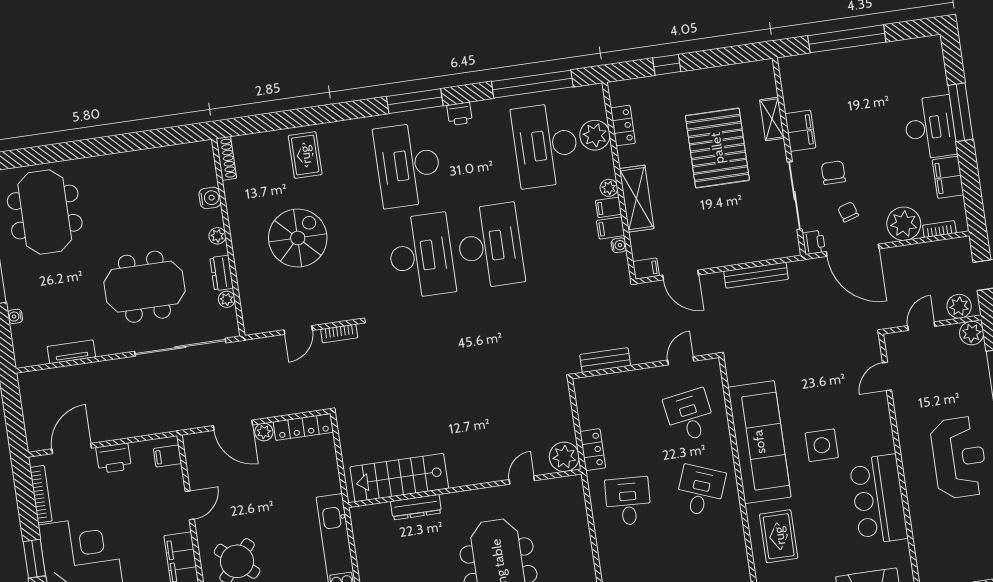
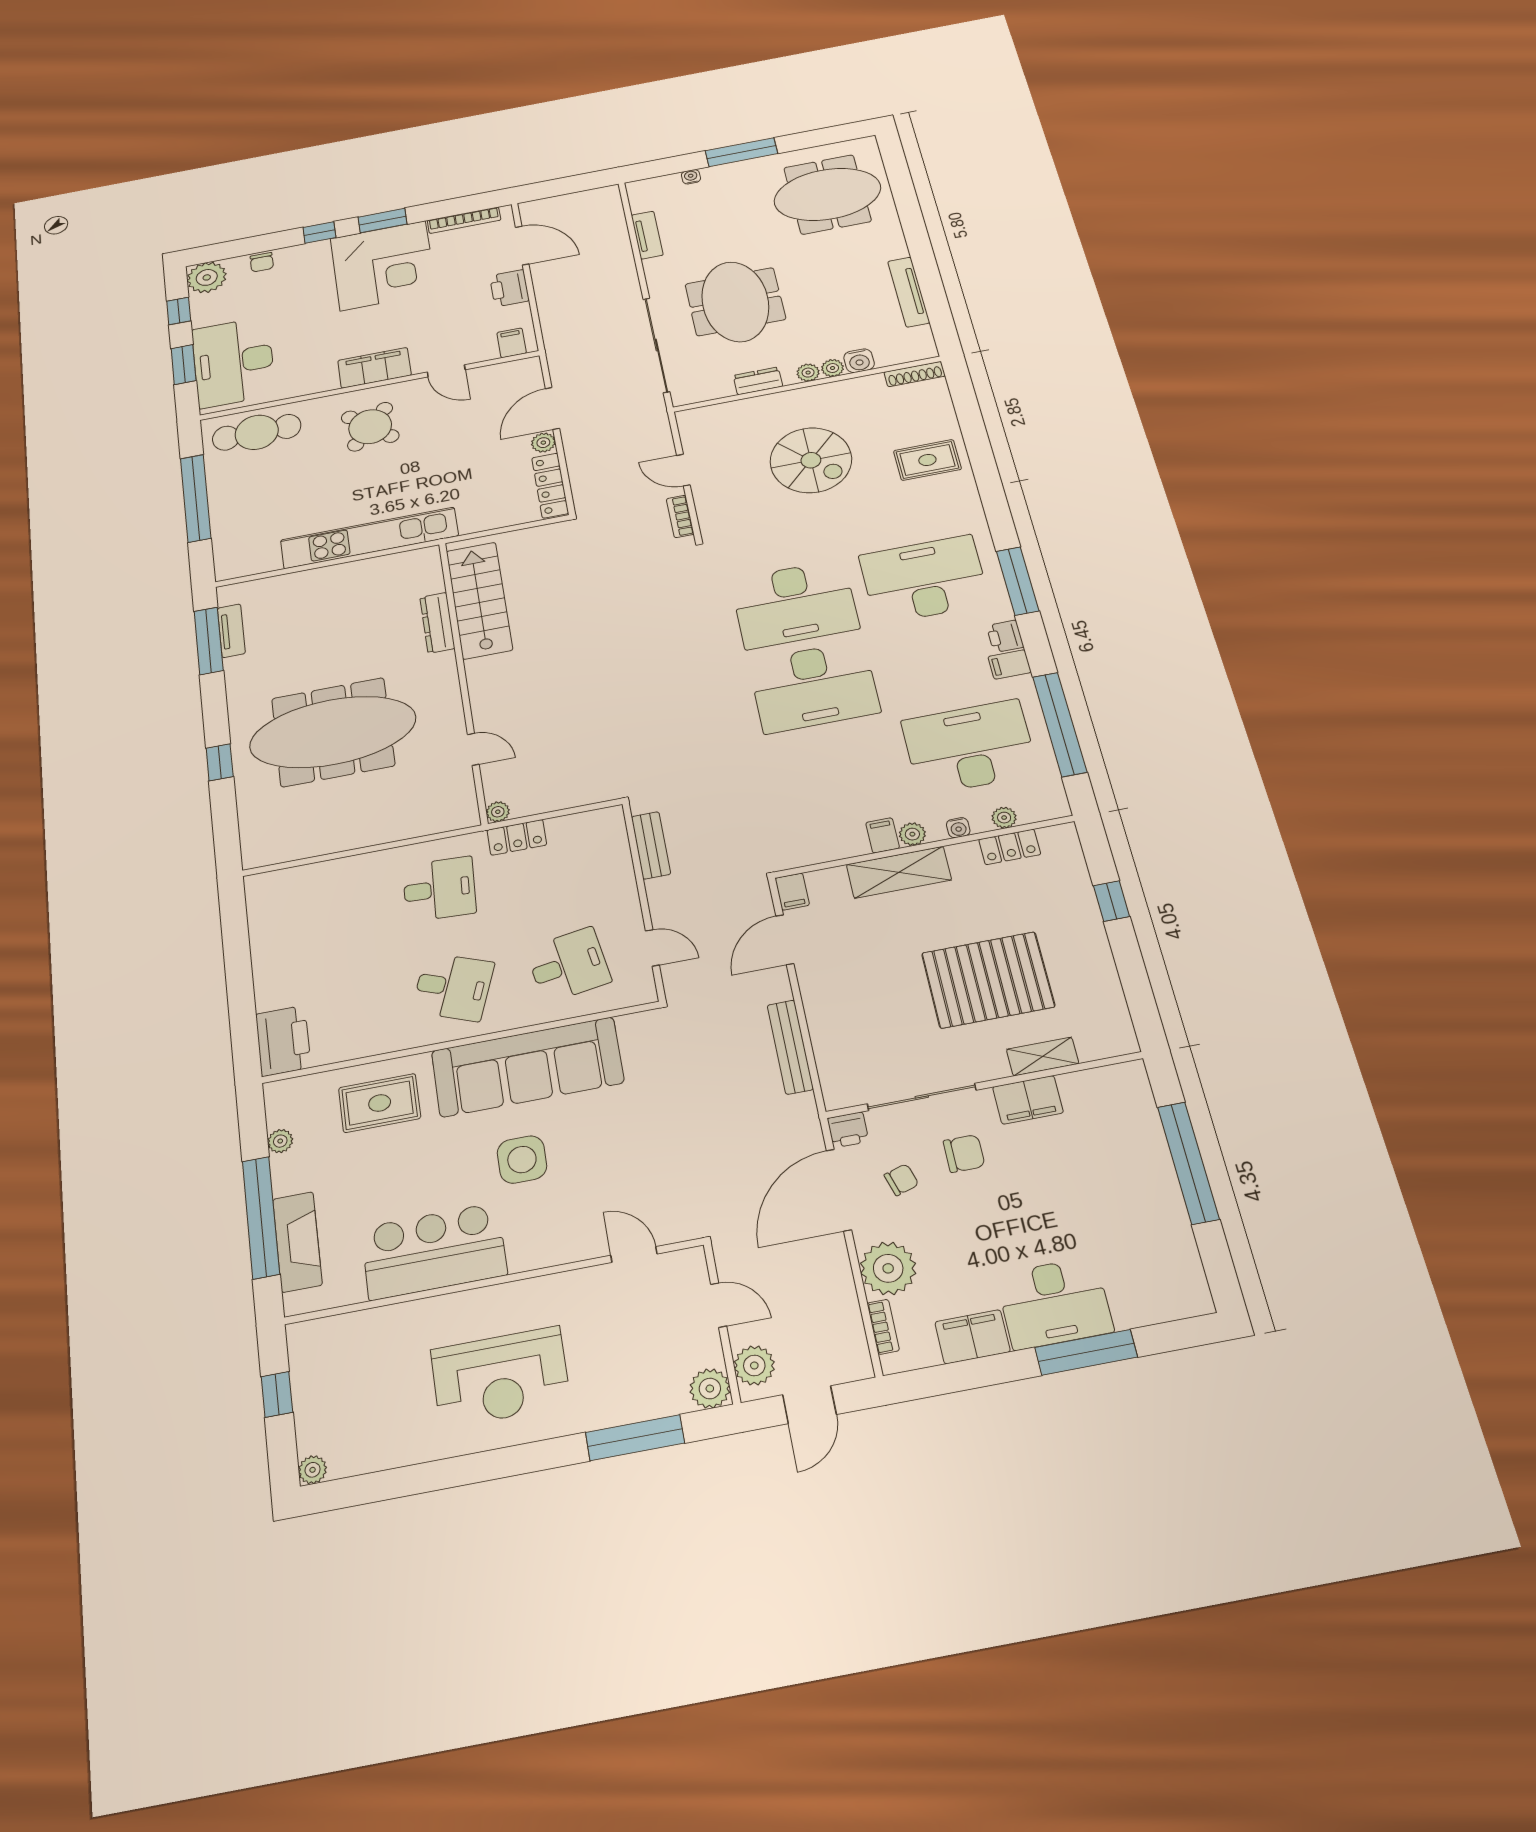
plant: (595, 135) -> (1004, 818), width x0.53, depth x0.53
tv unit: (148, 157) -> (909, 292), added
filing cabinet: (611, 228) -> (1010, 664), moved, turned -90
water cooler: (619, 245) -> (958, 828), moved
plant: (227, 299) -> (833, 368), moved
plant: (564, 457) -> (498, 812), width x0.53, depth x0.53

